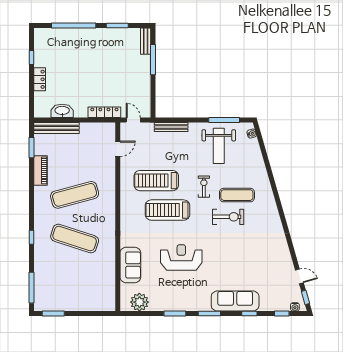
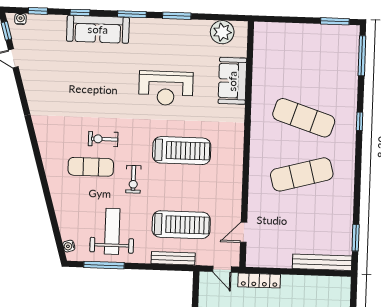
washbasin: (62, 111) -> (314, 284), removed
piano: (40, 170) -> (345, 208), removed
treadmill: (156, 181) -> (181, 225), moved
exercise bike: (228, 217) -> (103, 139), width x0.73, depth x0.72

